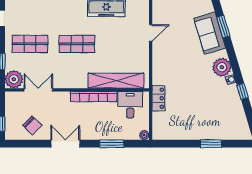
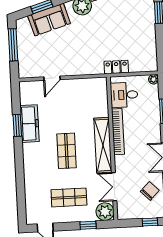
door: (151, 33) -> (52, 78), swing flipped
shop shelf: (30, 44) -> (69, 197), turned 90
shelving: (116, 81) -> (103, 145), moved

